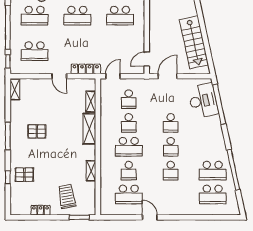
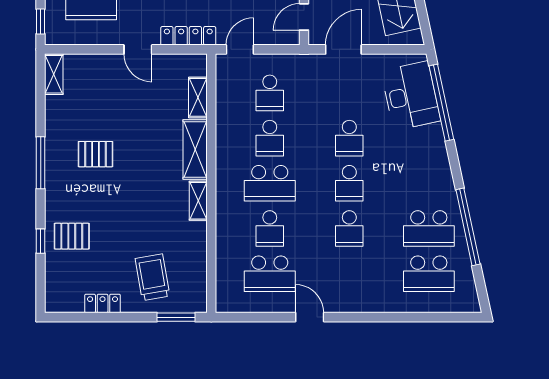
shelving: (91, 171) -> (198, 201), moved

